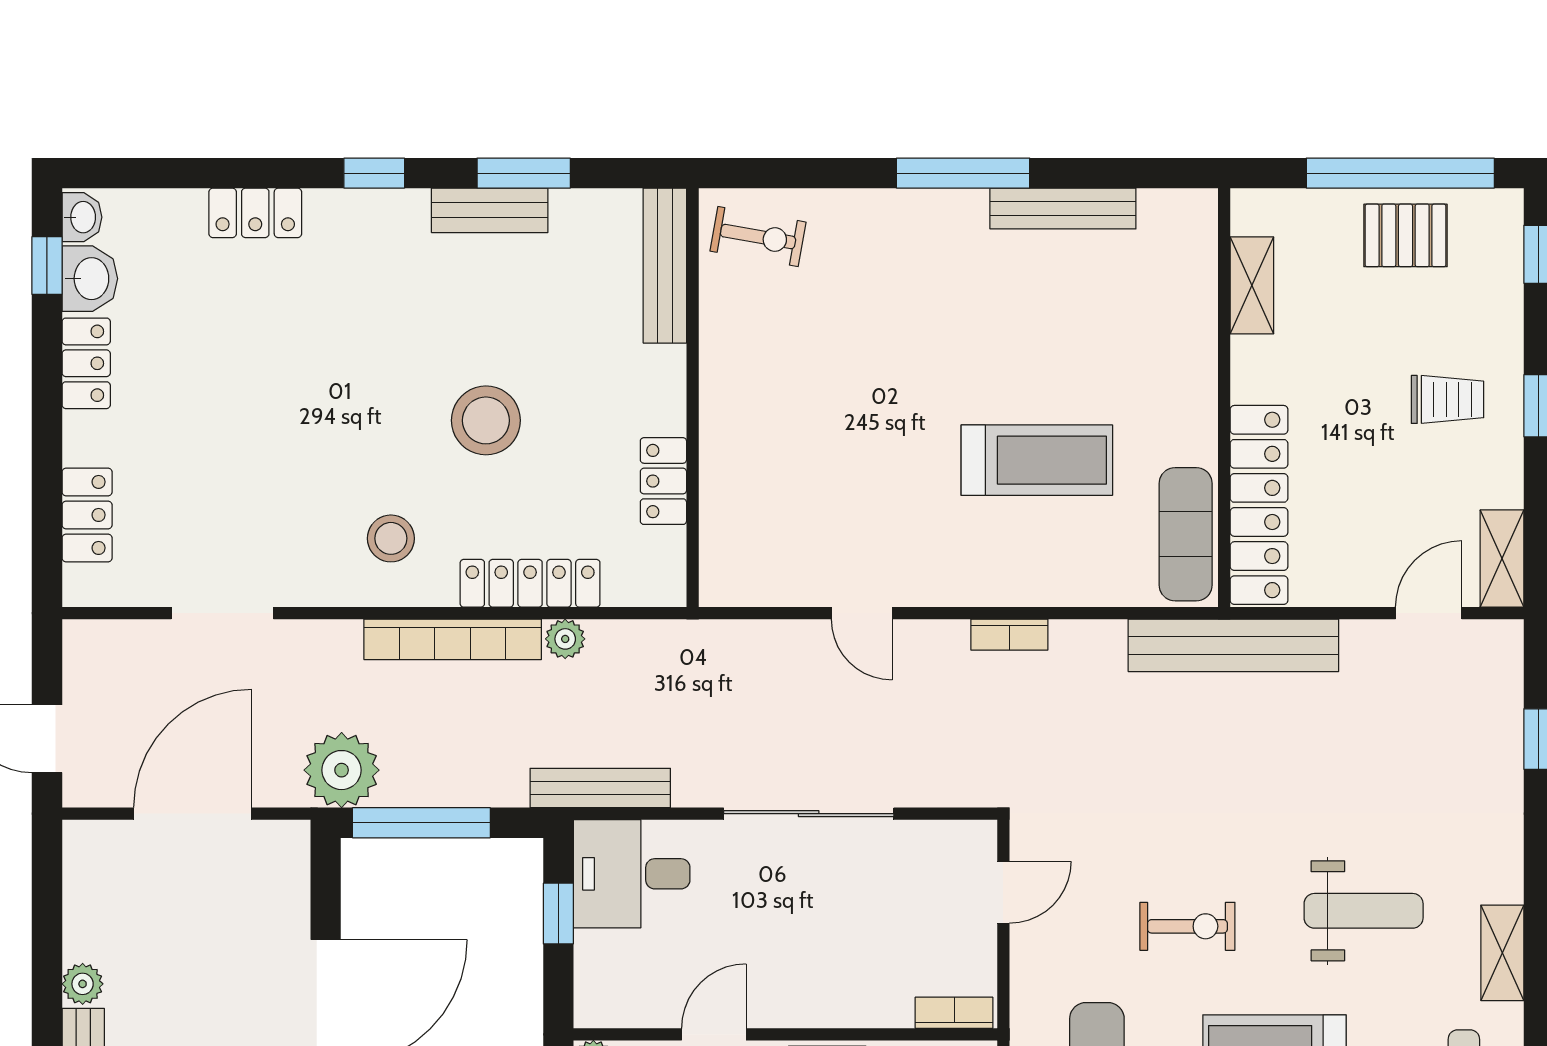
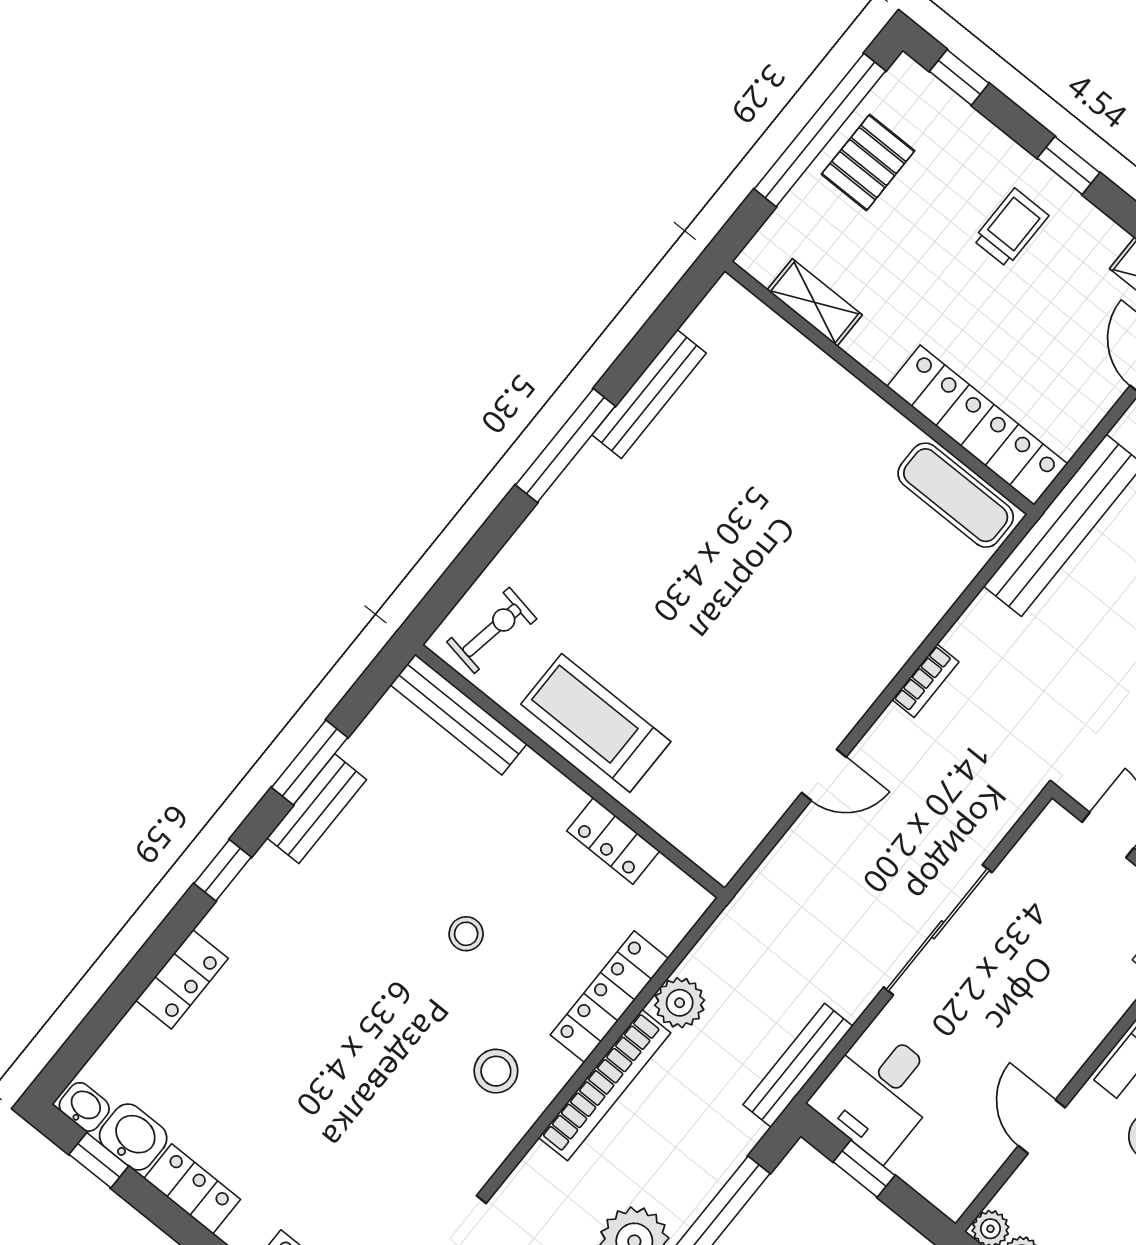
stool: (486, 420) -> (466, 934), width x0.53, depth x0.53
treadmill: (1037, 460) -> (596, 723), moved, turned -90
plant: (565, 639) -> (680, 1003), width x1.38, depth x1.38

